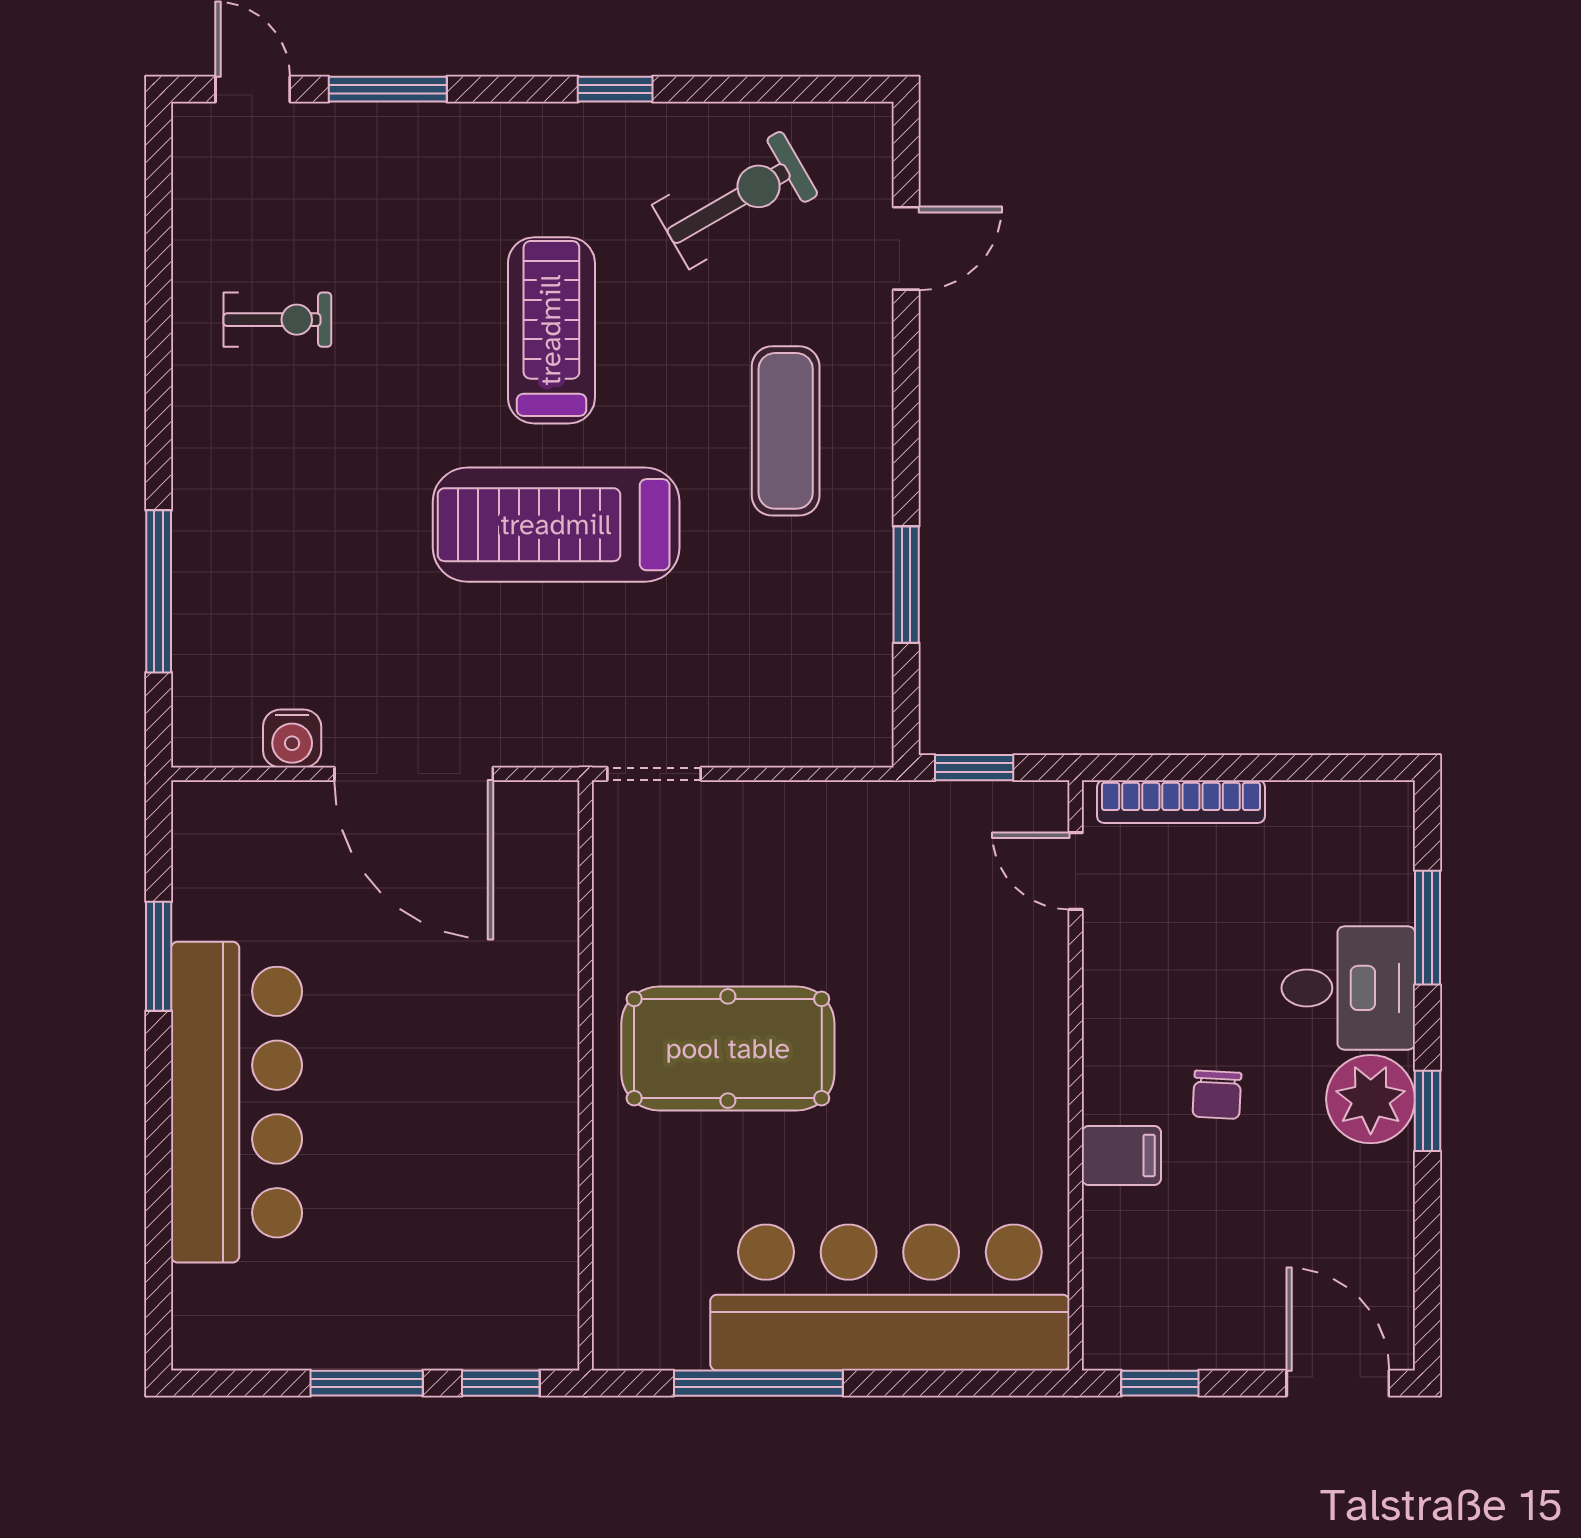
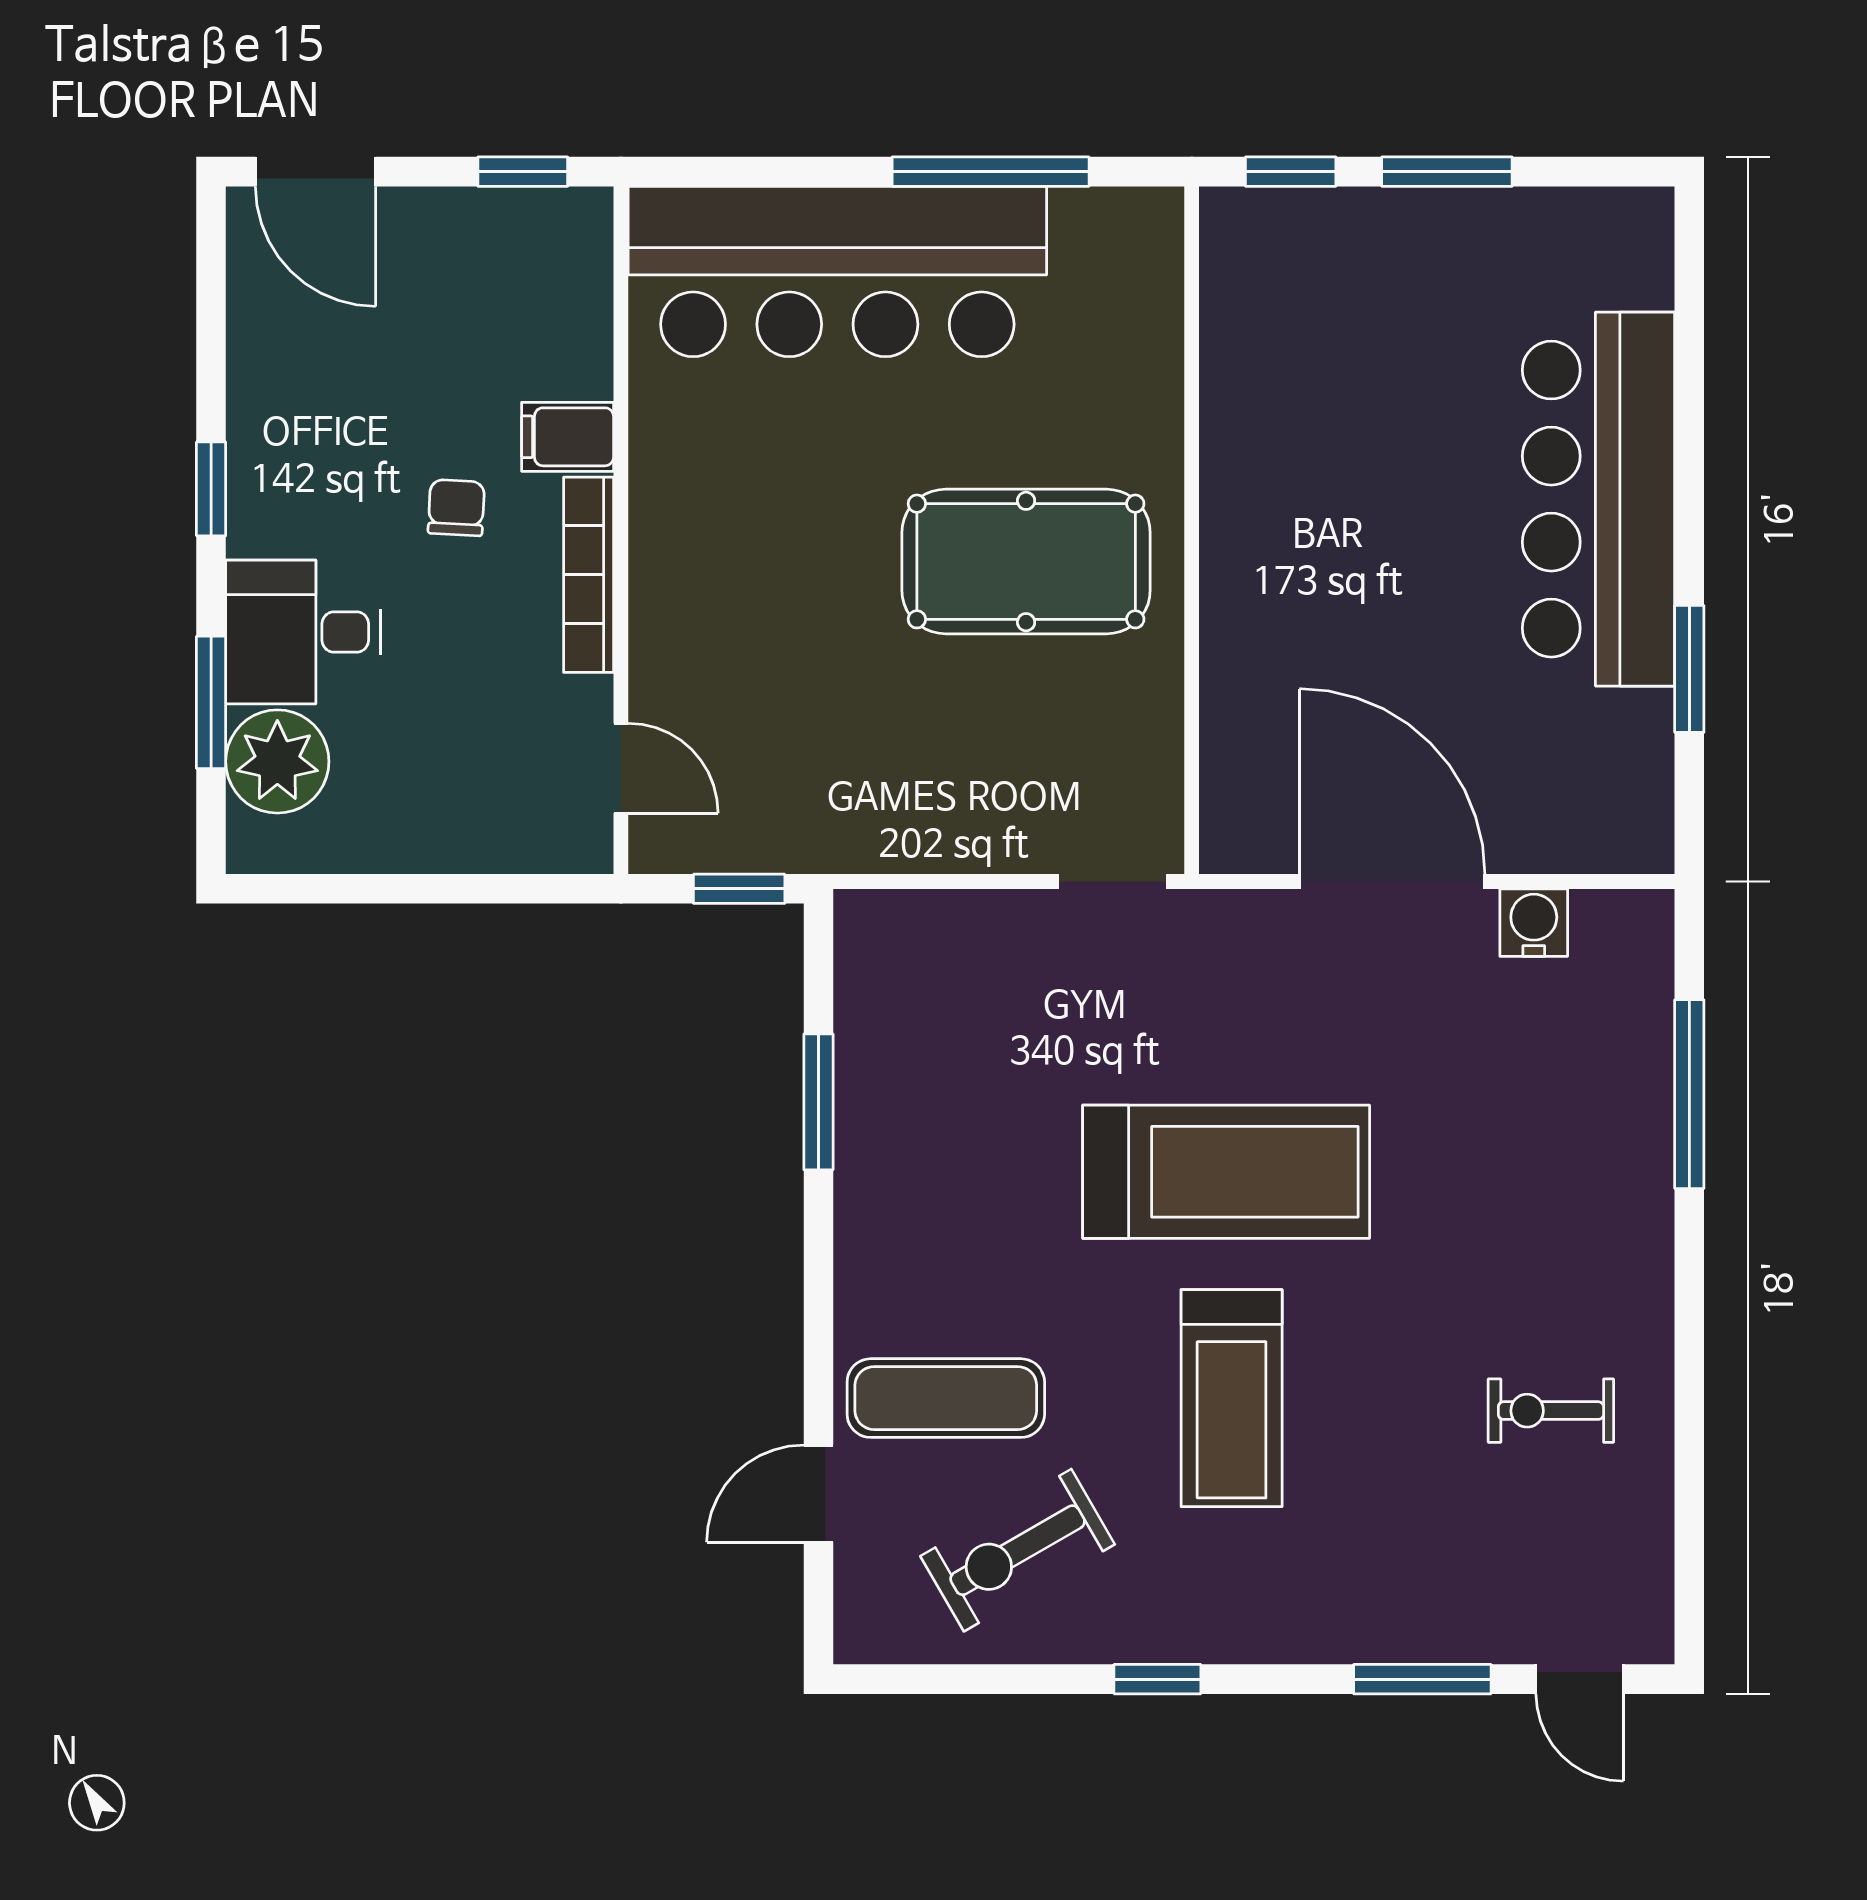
exercise mat: (786, 431) -> (946, 1398), moved, turned 90
bookcase: (1181, 802) -> (589, 575), moved, turned -90
plant: (1371, 1099) -> (277, 761), moved

